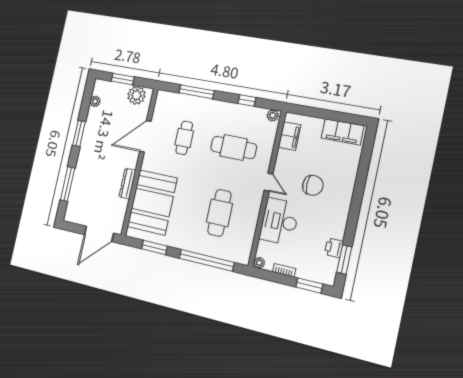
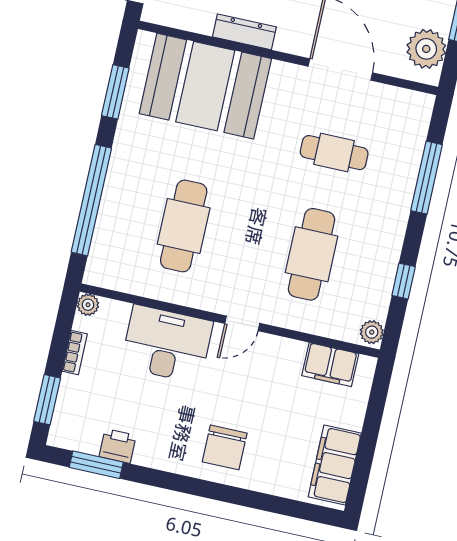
chair: (313, 185) -> (225, 447), moved
cafe table: (219, 213) -> (184, 226), turned 90

